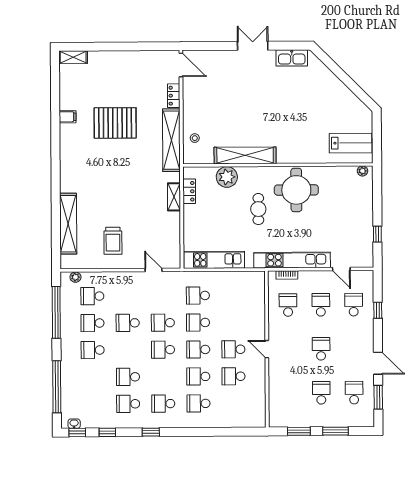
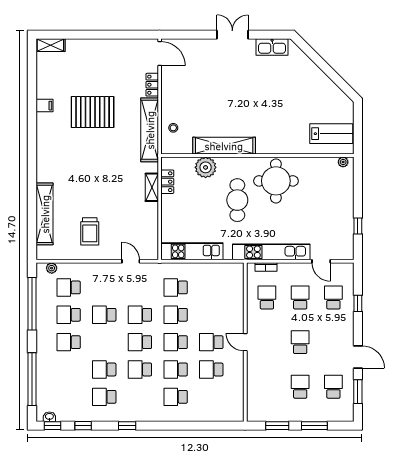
cafe table: (258, 209) -> (237, 200), width x1.37, depth x1.35
school desk: (163, 404) -> (140, 369), moved

